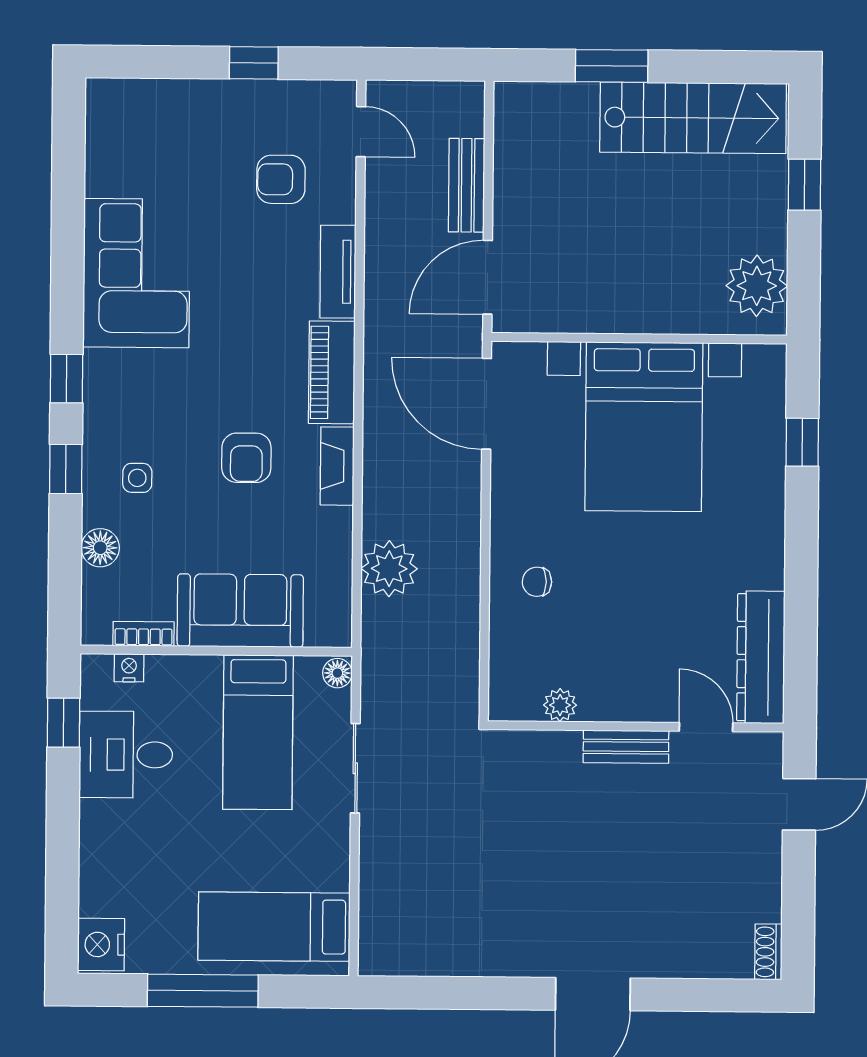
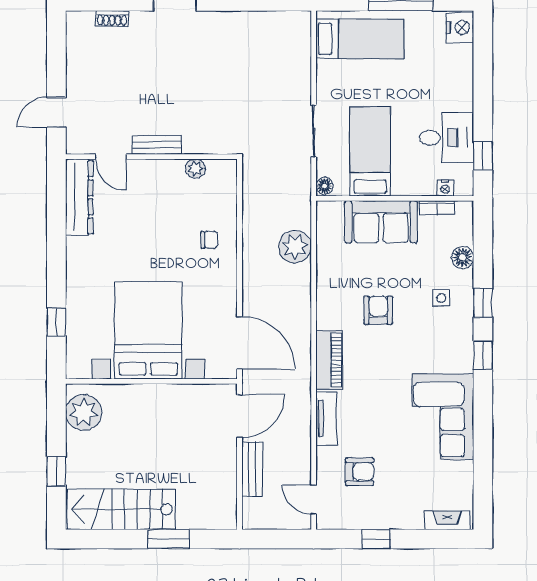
fireplace: (337, 466) -> (447, 520), moved, turned -90
shoe rack: (768, 952) -> (112, 18), moved, turned 90

